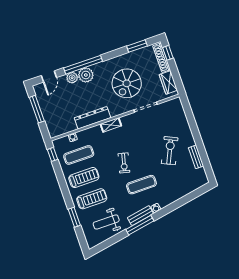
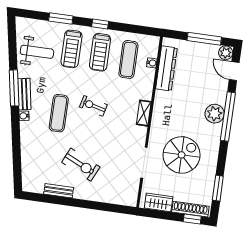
plant: (72, 78) -> (226, 53), moved
spiral stairs: (127, 83) -> (182, 155), turned 90
dresser: (92, 118) -> (166, 68), moved
window: (53, 154) -> (100, 24), moved
weight bench: (106, 222) -> (37, 52), turned 90

